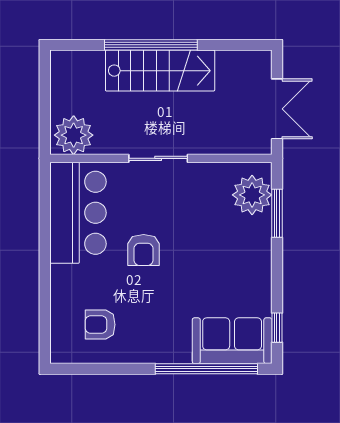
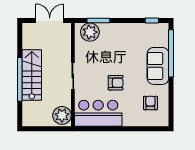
armchair: (100, 325) -> (150, 103), turned 180
sofa: (232, 341) -> (158, 66), moved

